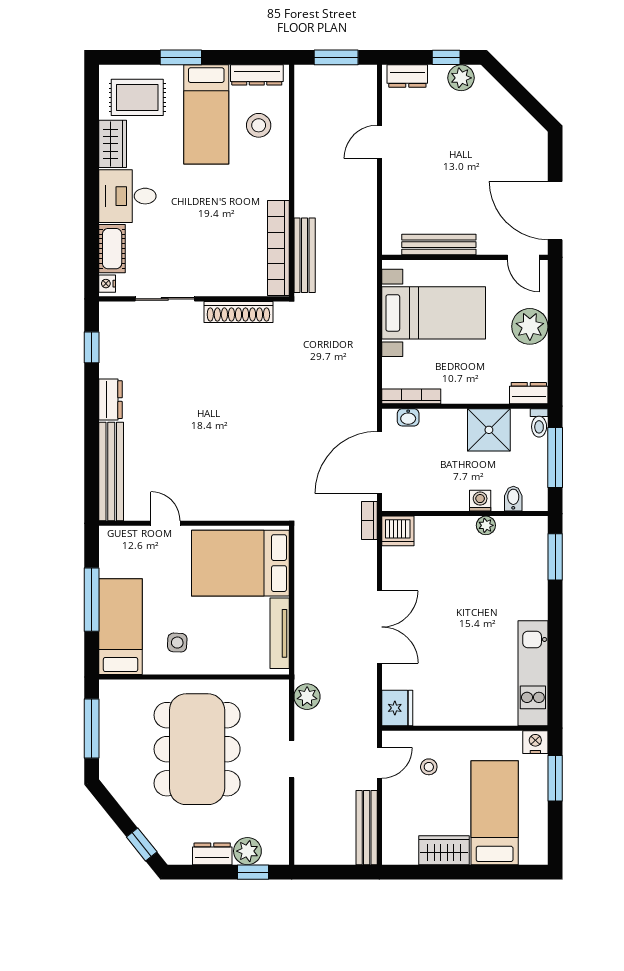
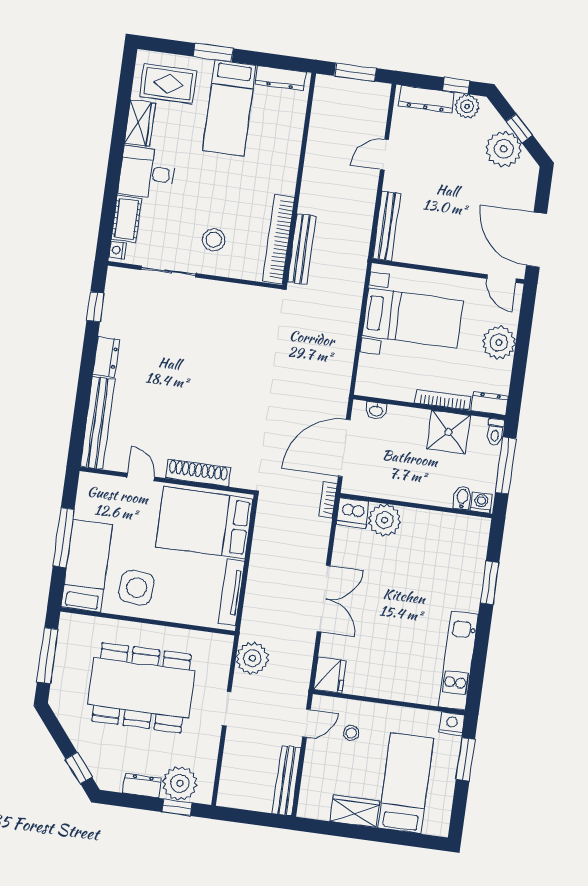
dresser: (407, 76) -> (426, 99), width x1.44
window: (520, 94) -> (519, 128), added
plant: (507, 118) -> (504, 149), added
stool: (259, 125) -> (214, 240), moved
bench: (439, 245) -> (387, 226), moved, turned 90
shoe rack: (238, 312) -> (198, 473), moved, turned 180
bookcase: (411, 396) -> (443, 400), moved
washing machine: (480, 501) -> (481, 502), moved
plant: (486, 525) -> (385, 520), moved, width x1.88, depth x1.88
window: (555, 557) -> (490, 583), moved
side table: (177, 643) -> (137, 588), width x1.87, depth x1.87
plant: (307, 697) -> (252, 658), width x1.36, depth x1.36
dining table: (197, 749) -> (141, 688), turned 90
plant: (247, 851) -> (180, 783), width x1.36, depth x1.36

